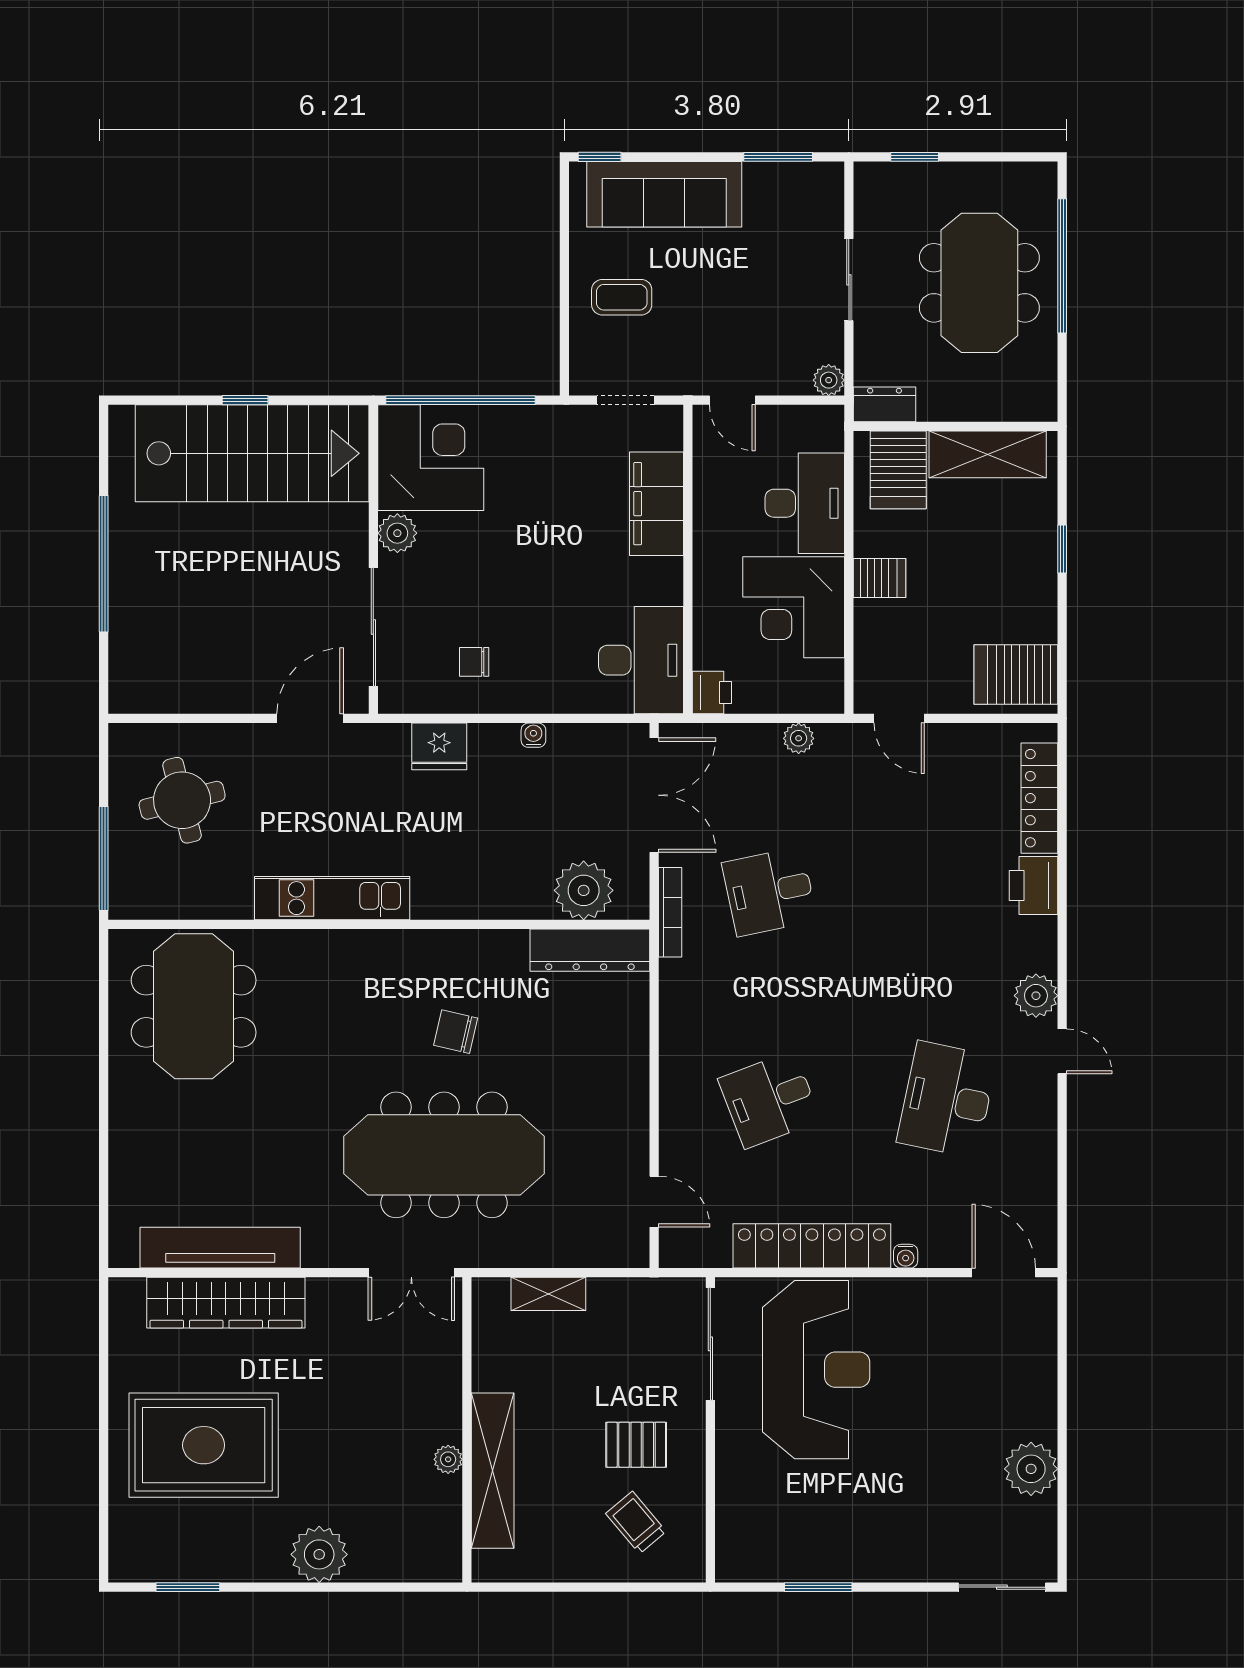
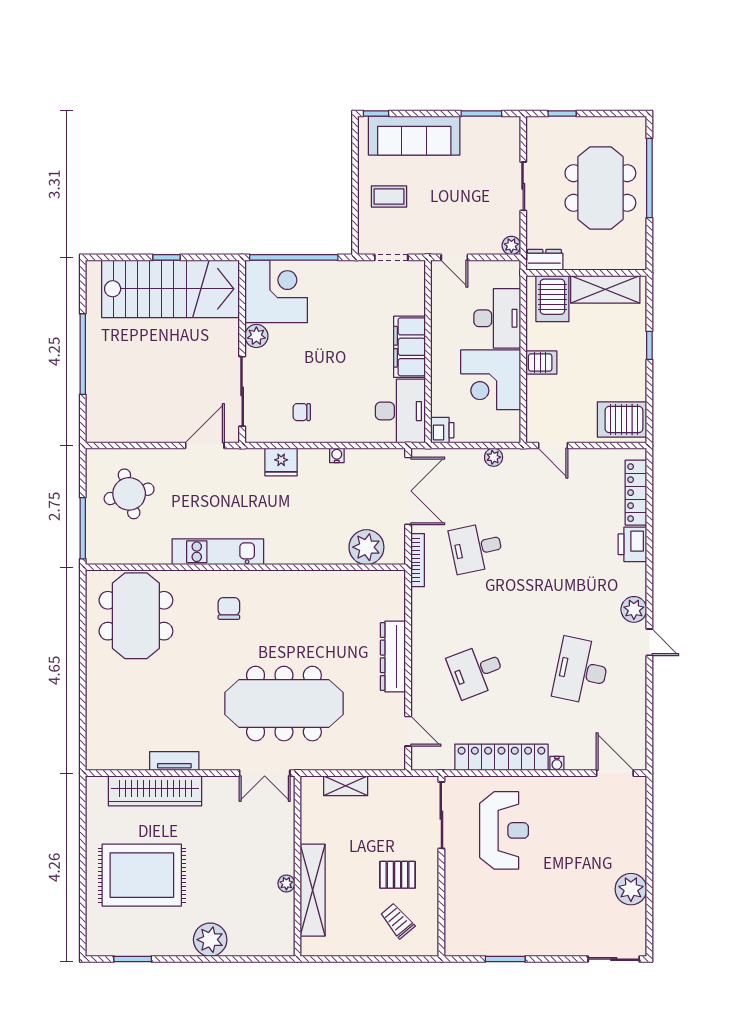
filing cabinet: (656, 504) -> (410, 347), moved
dresser: (590, 950) -> (393, 656), moved, turned 90
chair: (456, 1032) -> (229, 608), moved, turned 77
tv unit: (220, 1248) -> (174, 761), width x0.52, depth x0.78
reception desk: (816, 1370) -> (504, 830), width x0.74, depth x0.77

